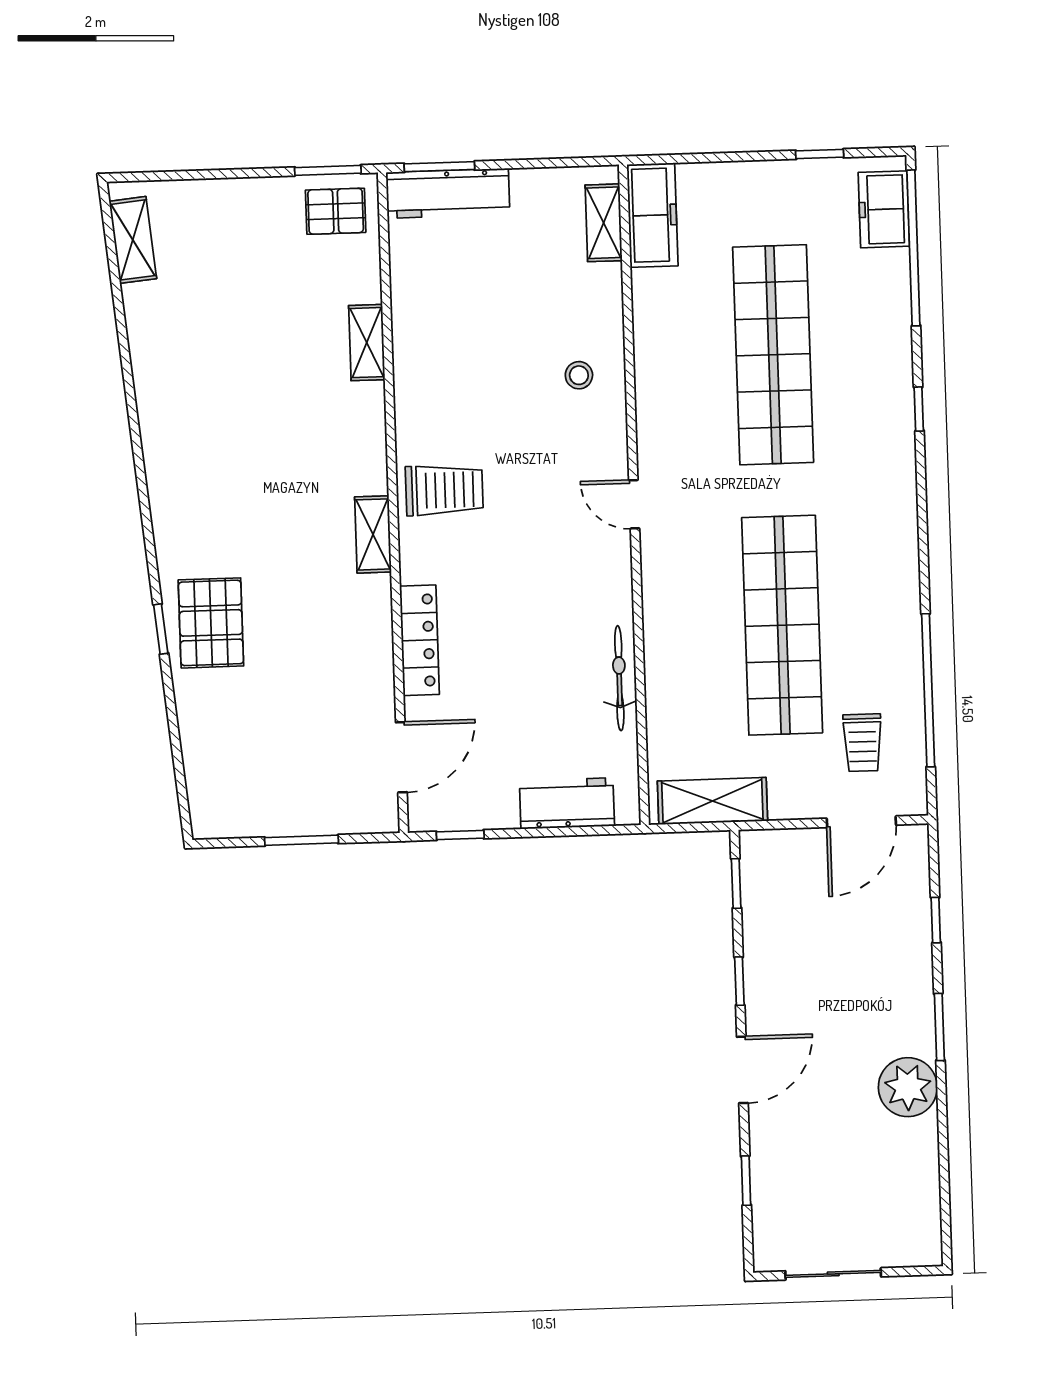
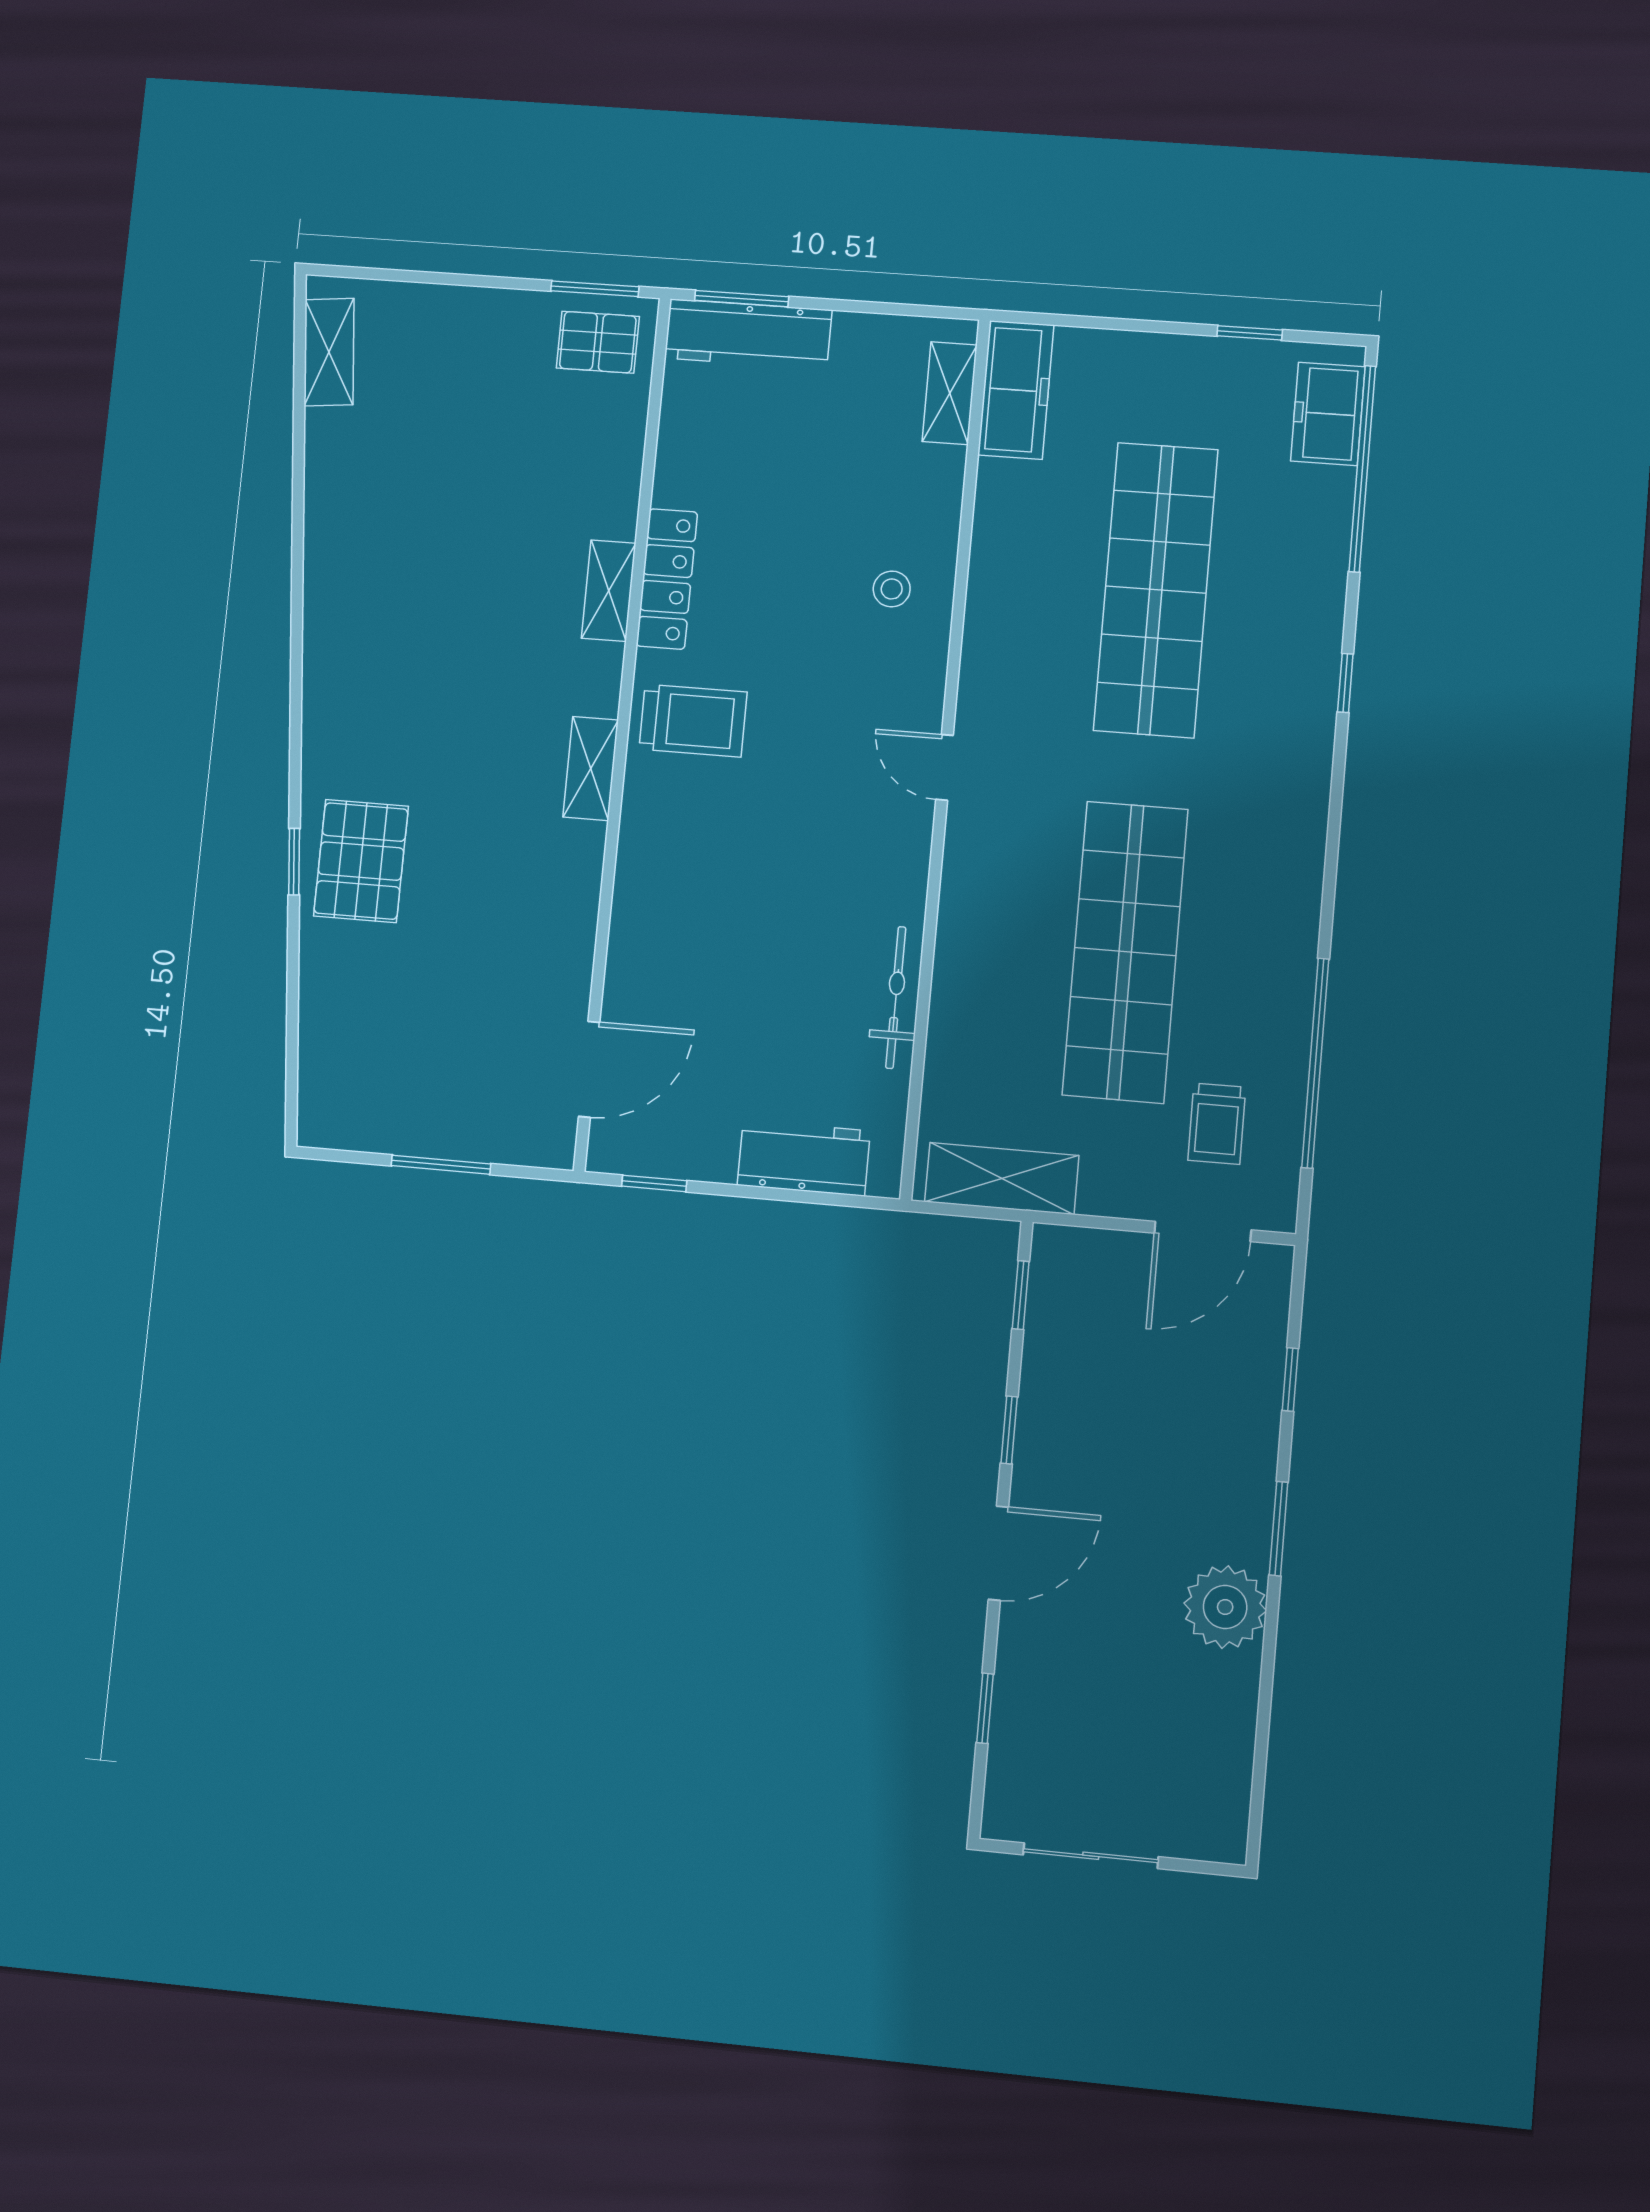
shelving: (367, 343) -> (609, 591), moved
locker: (419, 640) -> (667, 579), moved

